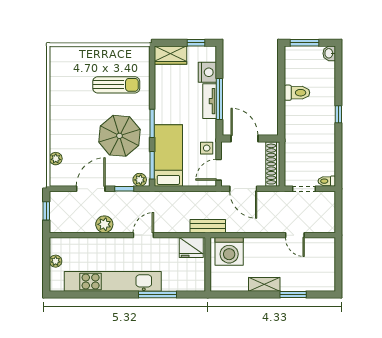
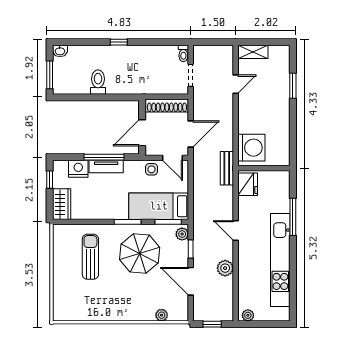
plant: (56, 261) -> (248, 315), moved
shelving: (264, 284) -> (253, 52), moved, turned 90

